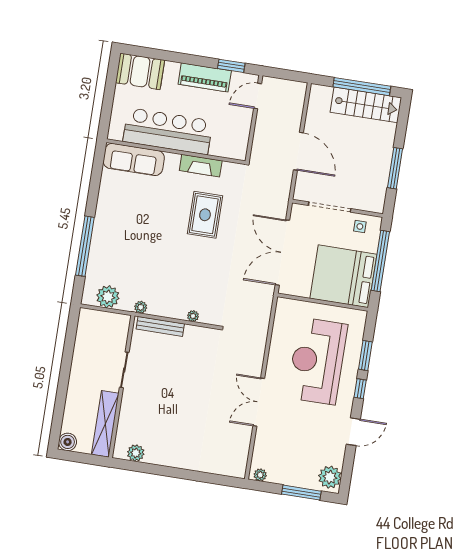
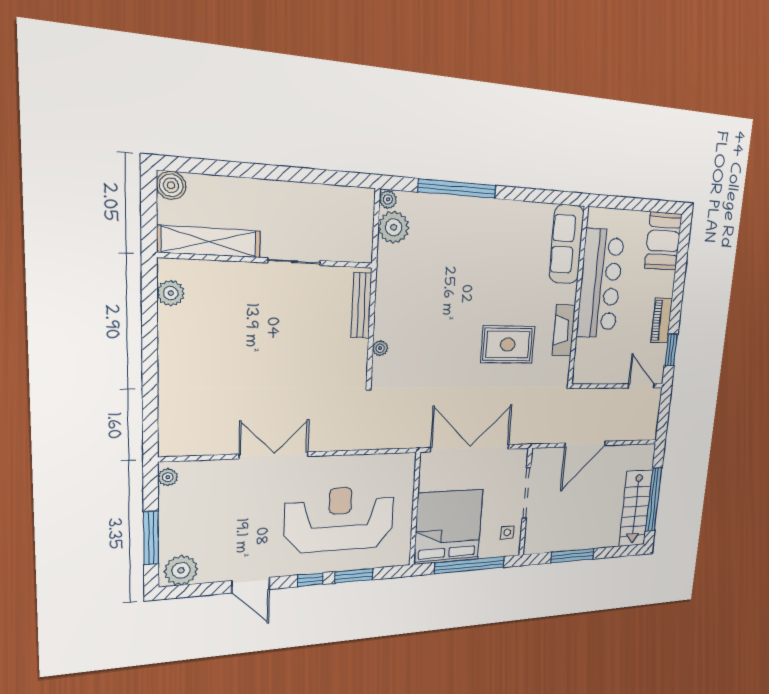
piano: (205, 77) -> (662, 321), width x0.73, depth x0.75
plant: (141, 307) -> (388, 199), moved

